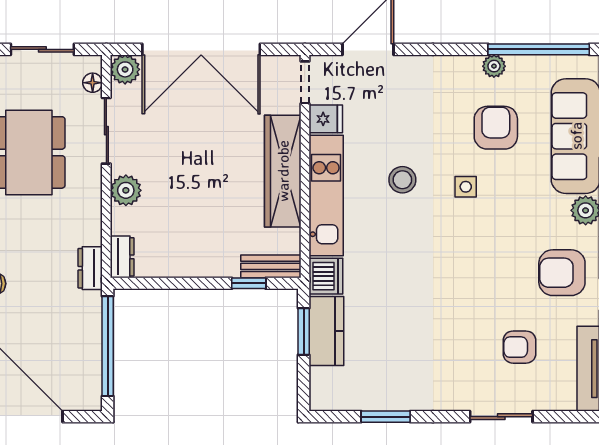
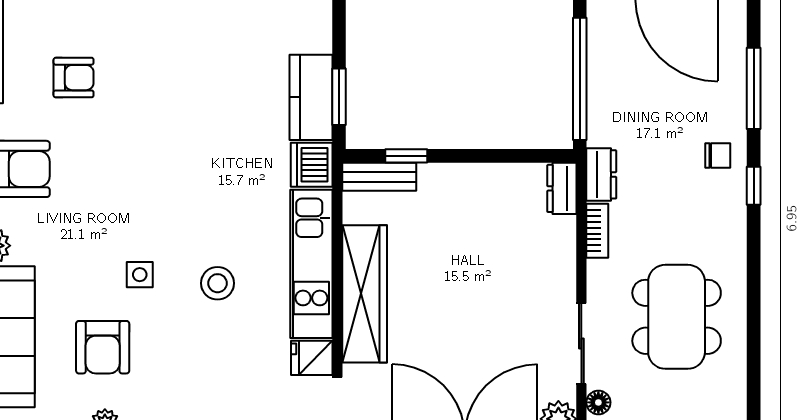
plant: (126, 190) -> (557, 270), removed
bookcase: (93, 222) -> (597, 231), added

